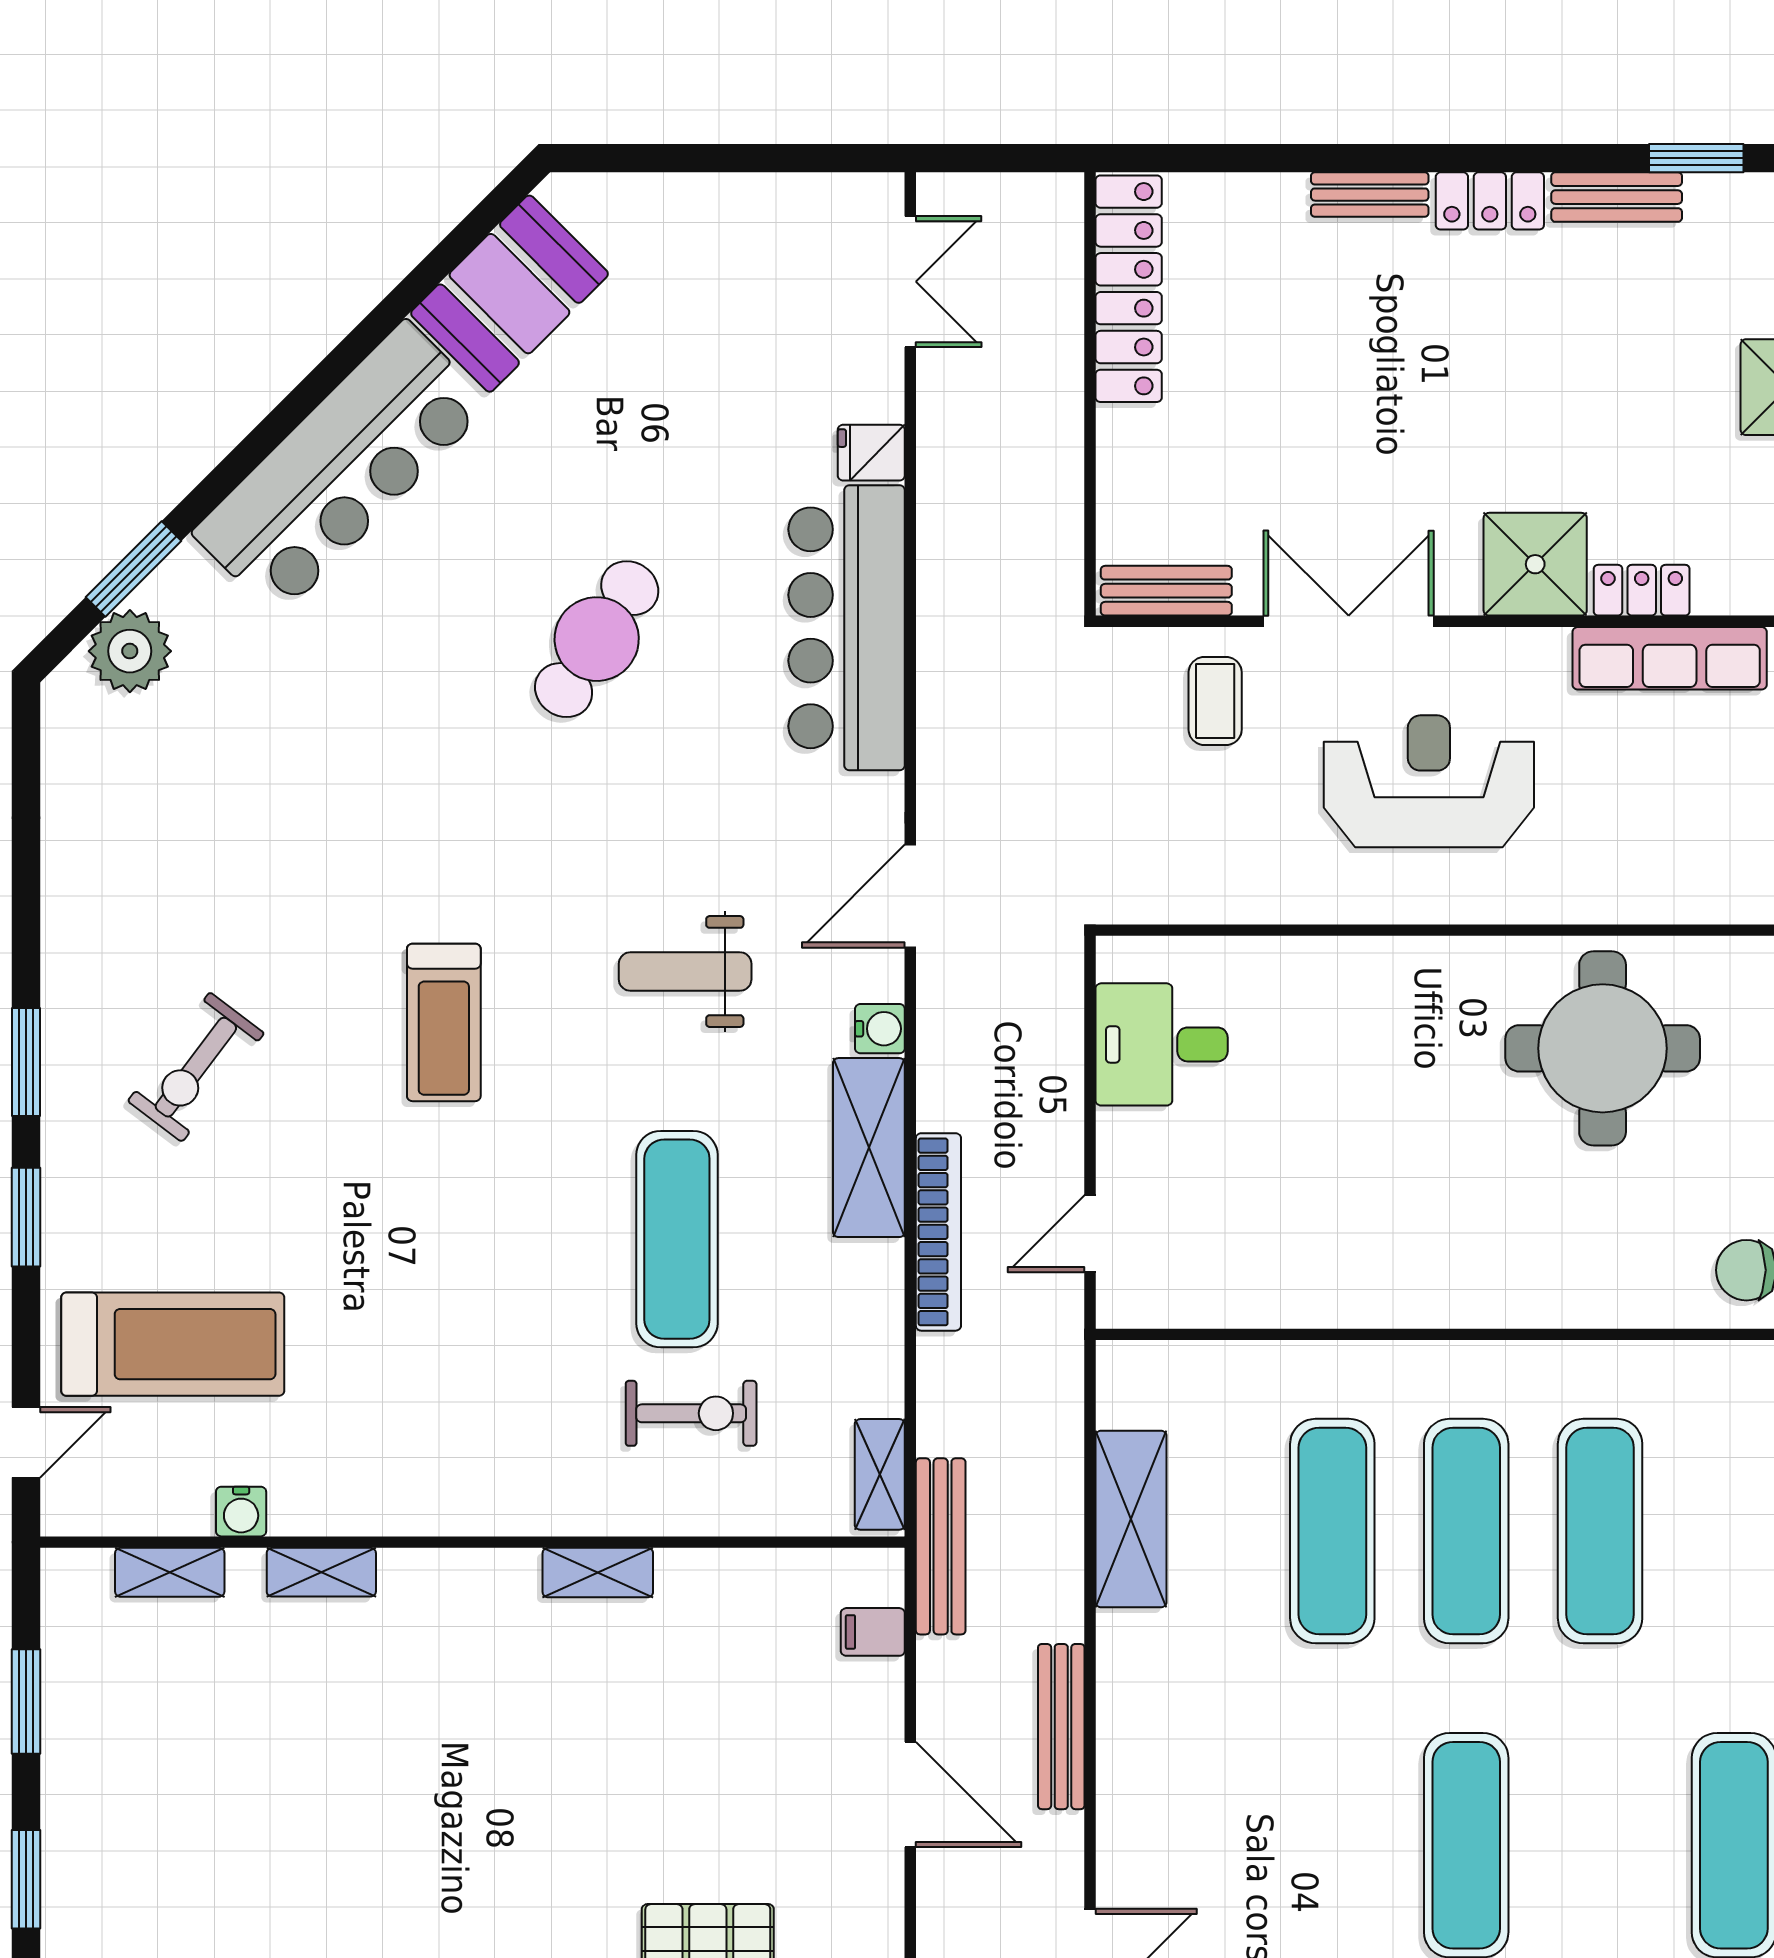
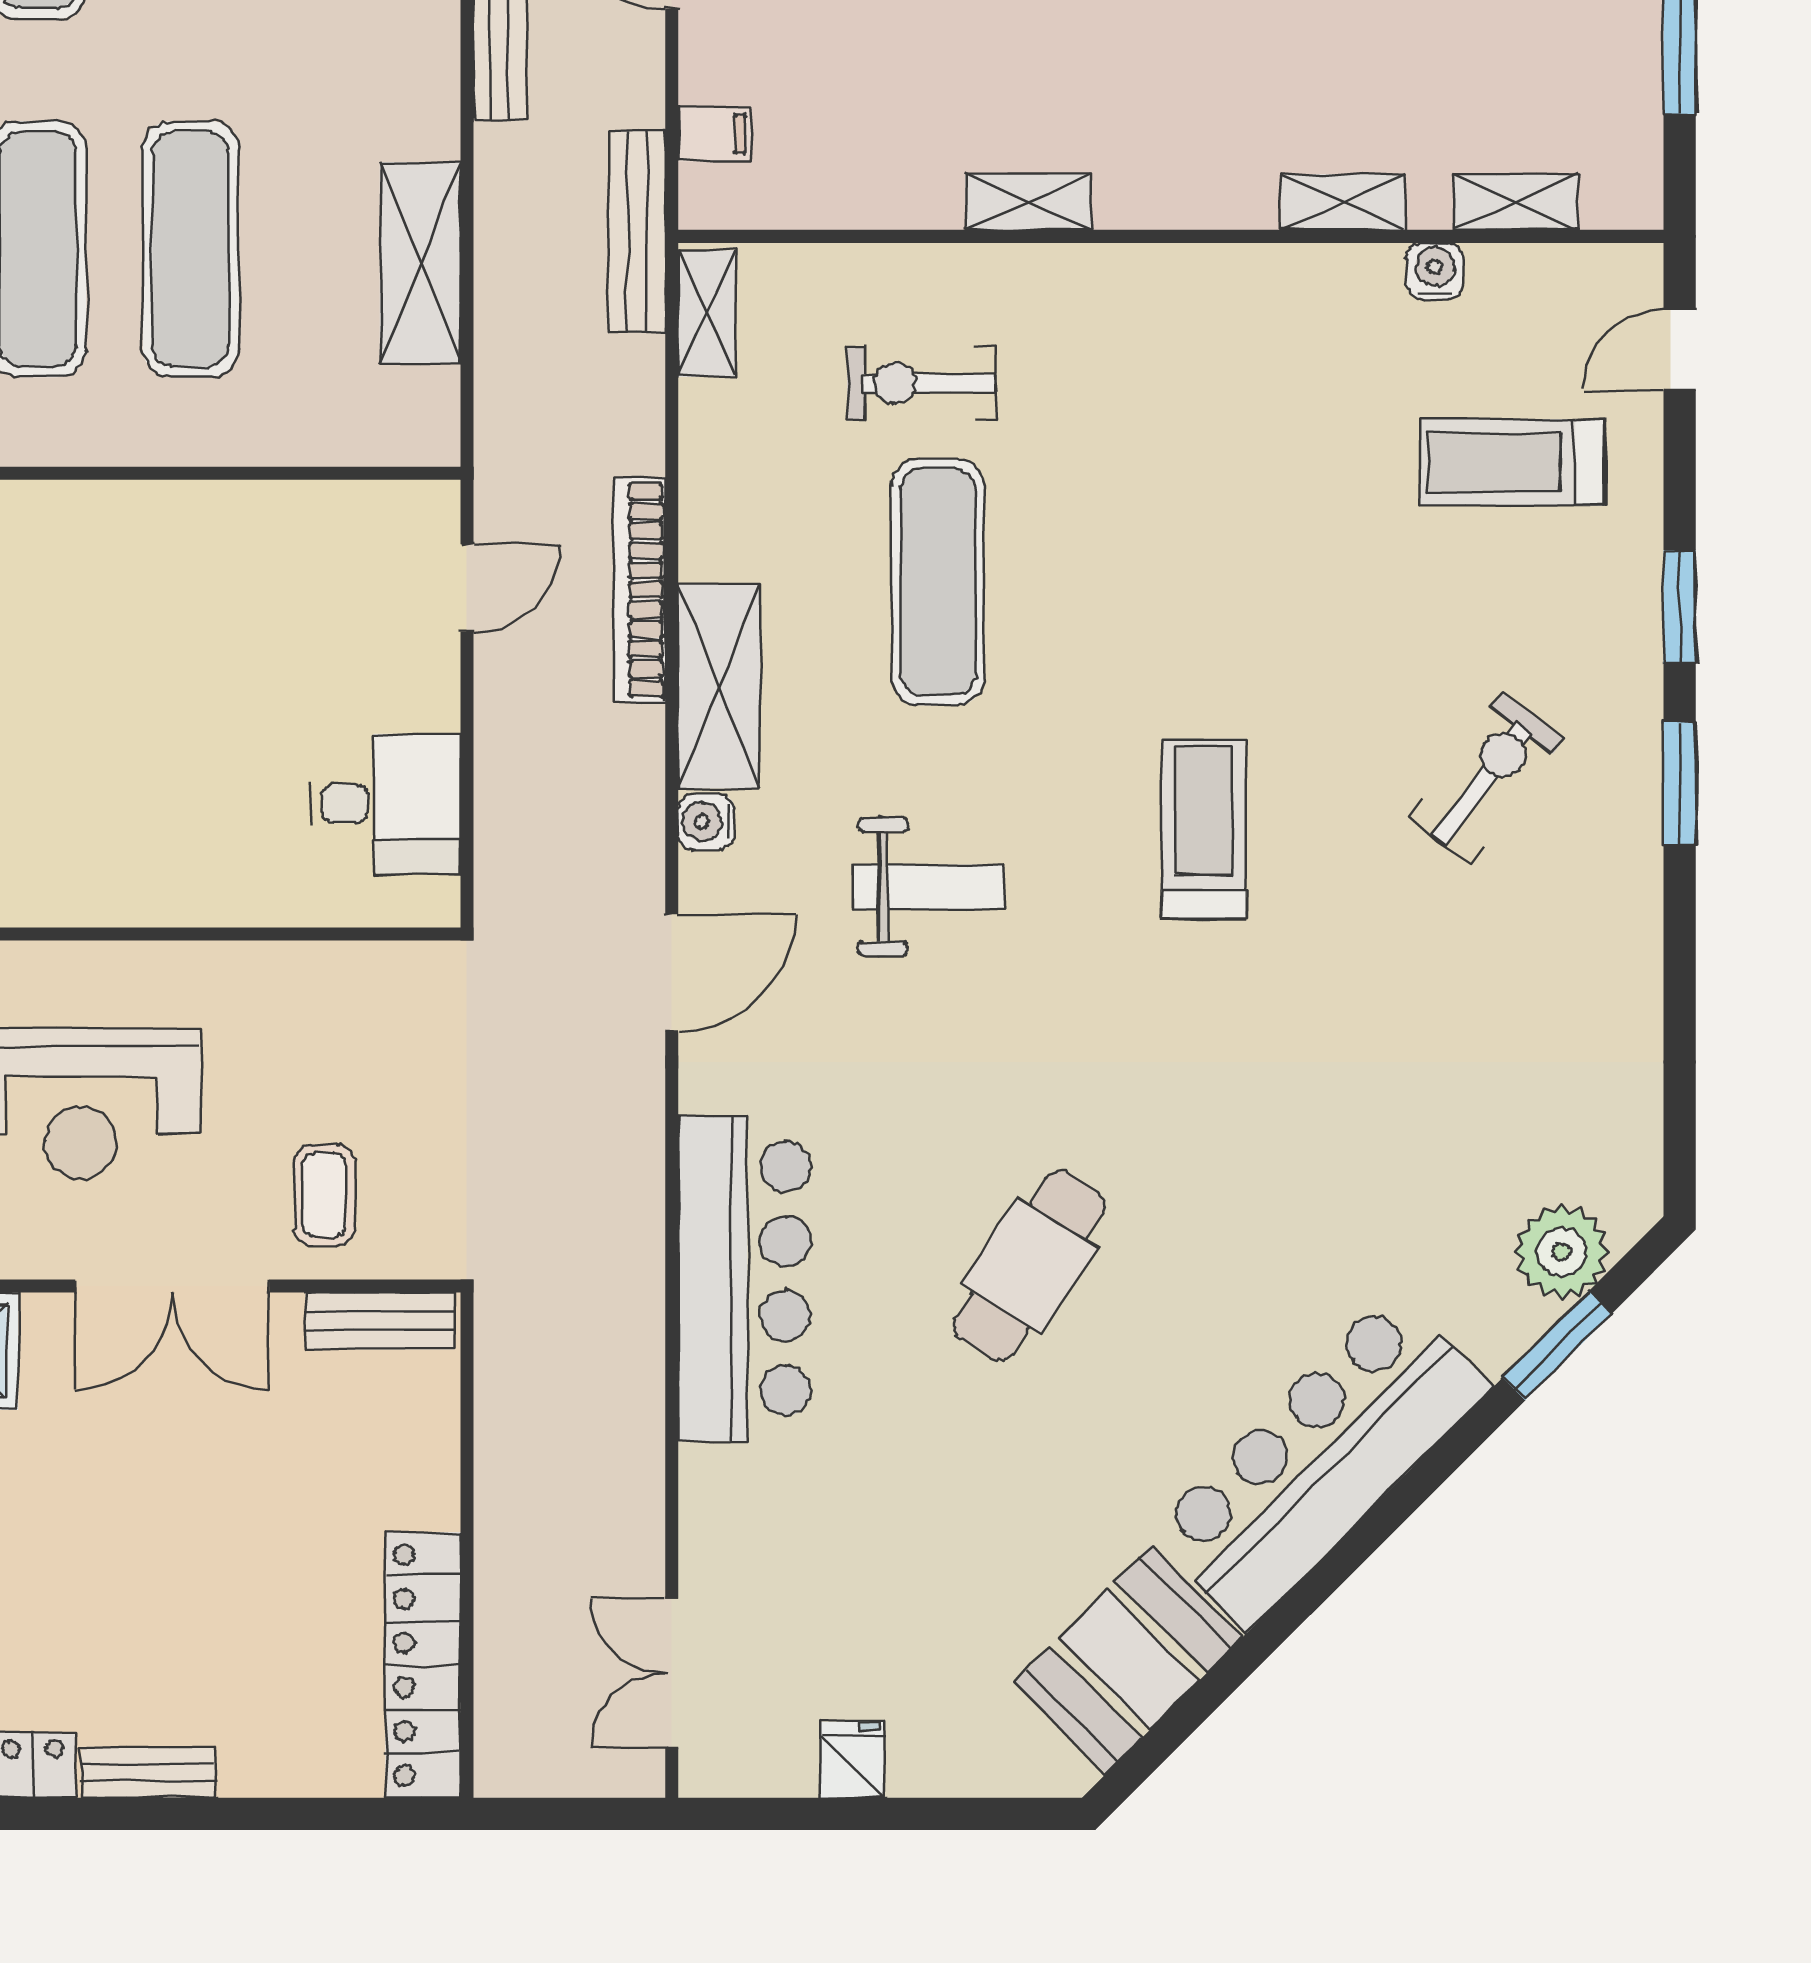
fridge: (871, 453) -> (852, 1760), moved, turned -90
treadmill: (173, 1344) -> (1513, 462), width x0.73, depth x0.73

